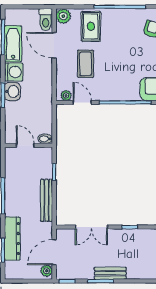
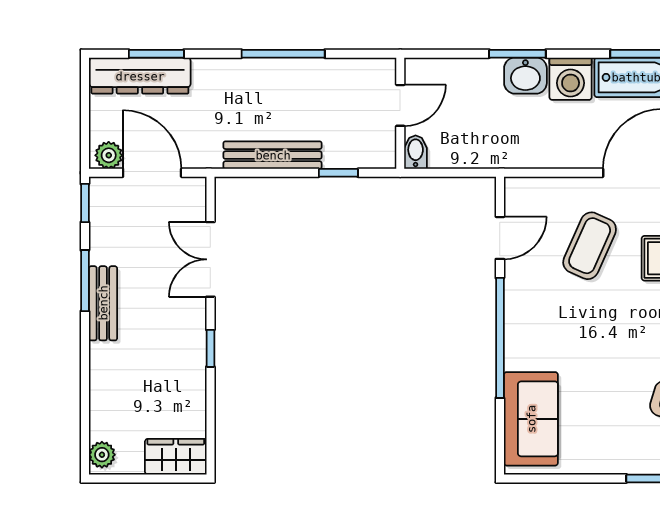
coffee table: (86, 64) -> (590, 246), turned -66
plant: (66, 96) -> (516, 201), removed
dresser: (12, 239) -> (140, 76), moved

